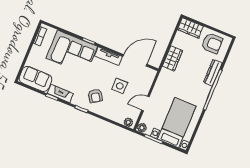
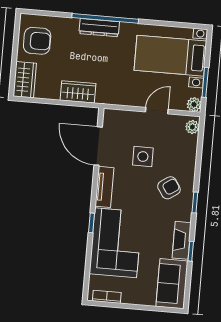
armchair: (212, 43) -> (37, 41), turned 90
dresser: (213, 73) -> (99, 28), moved
door: (145, 103) -> (157, 111), swing flipped

